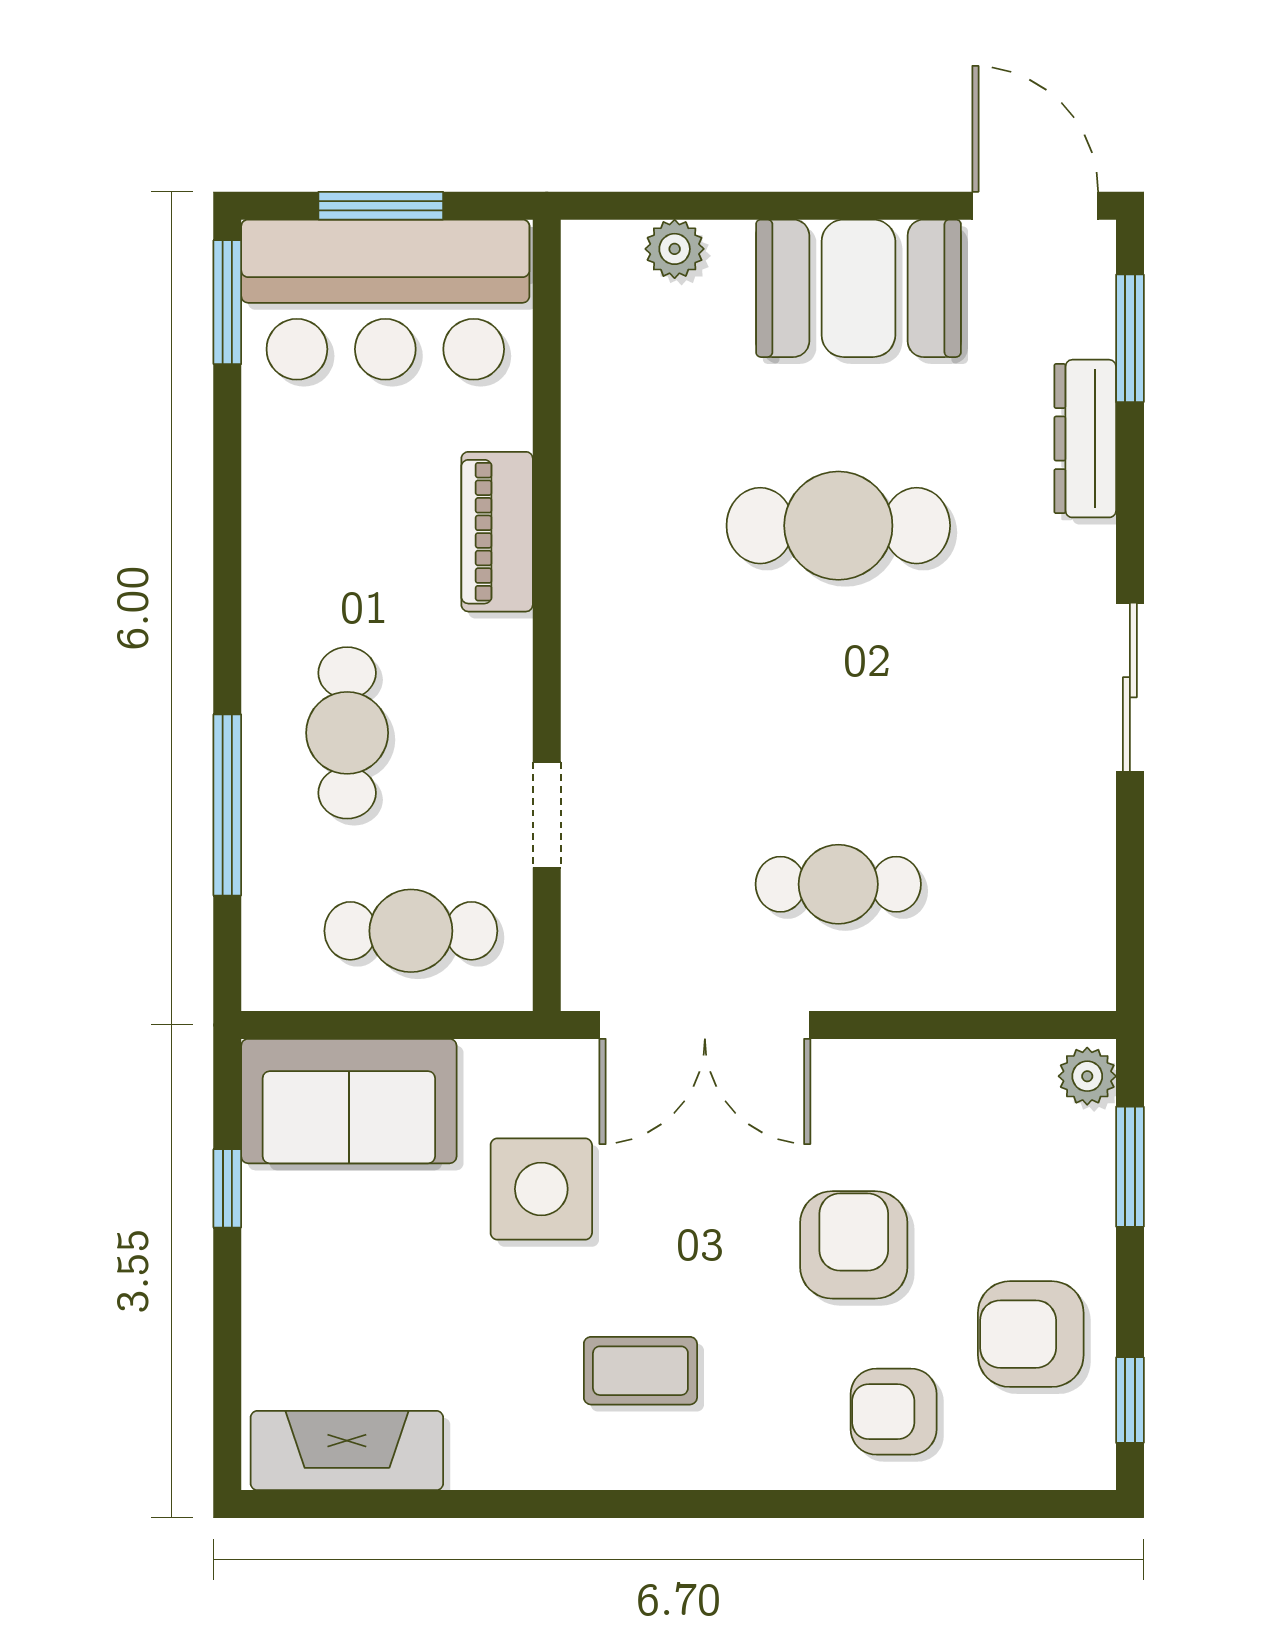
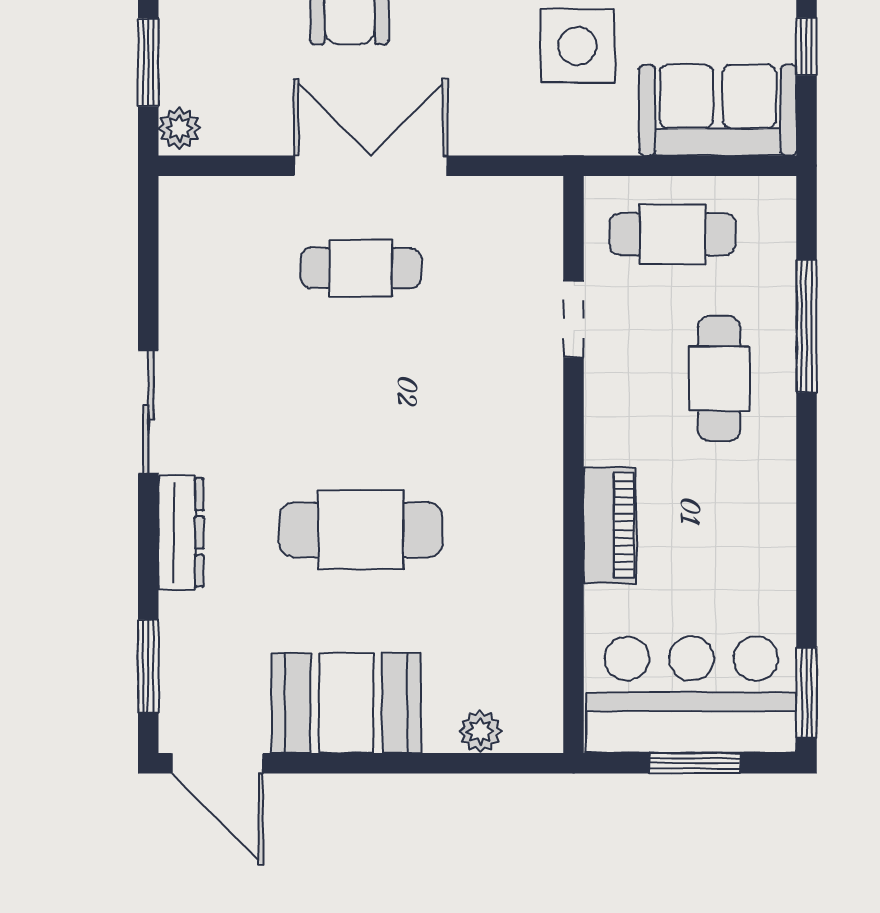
dresser: (1085, 439) -> (181, 533), moved
double door: (705, 1025) -> (371, 166), moved

